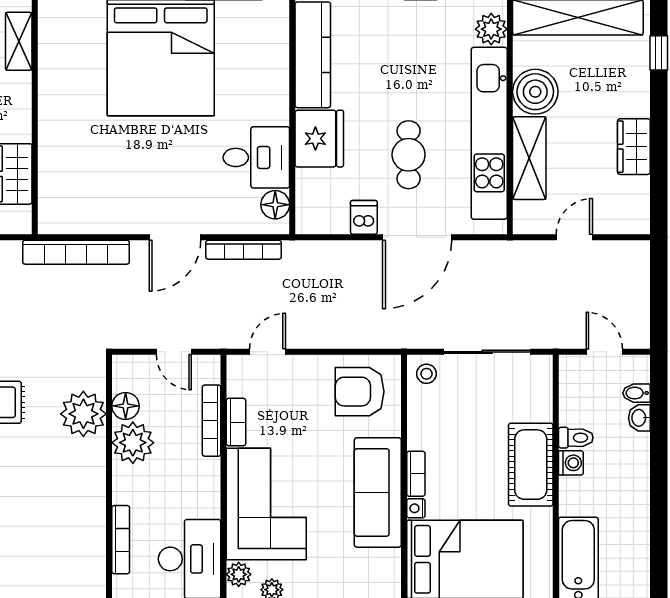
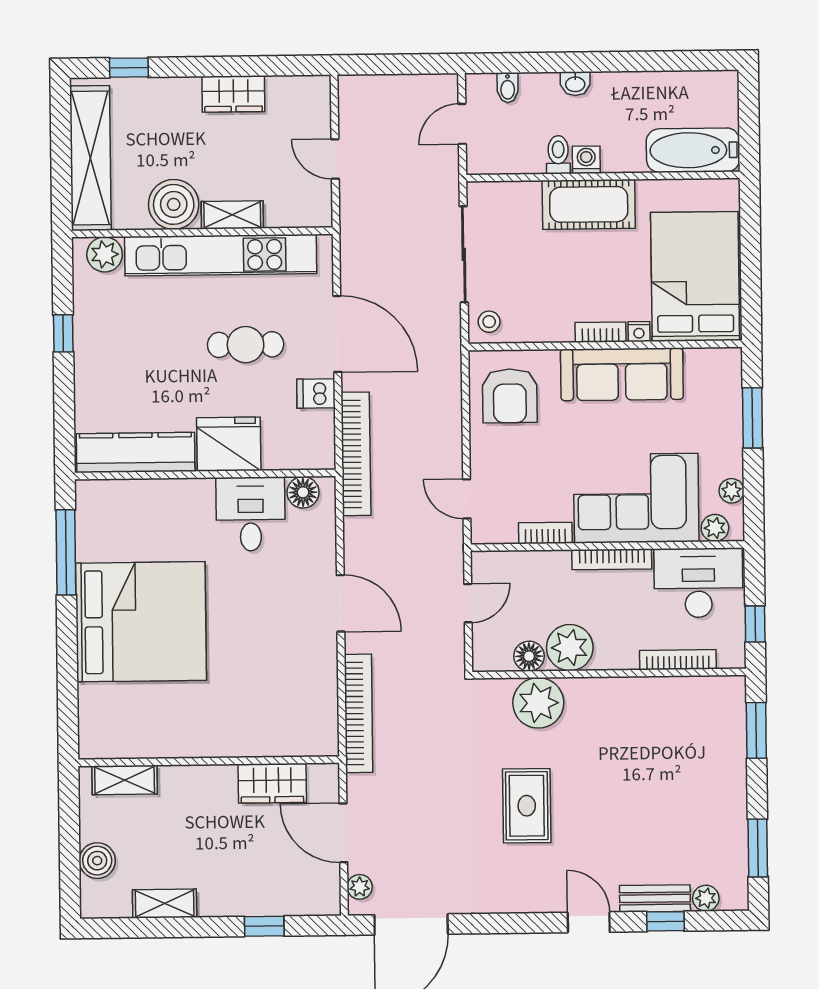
shelving: (529, 158) -> (232, 215), width x0.67, depth x0.75
bookcase: (243, 250) -> (356, 454), moved, width x1.48, depth x1.31
washbasin: (639, 418) -> (575, 84), moved
bookcase: (212, 421) -> (612, 559), moved

